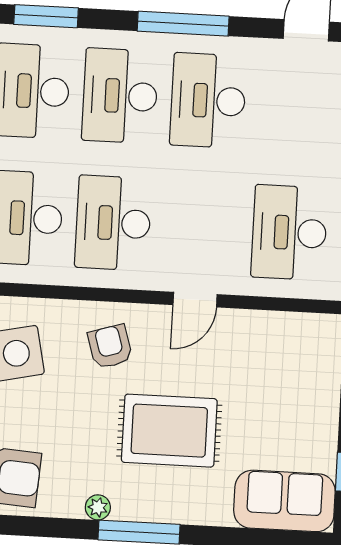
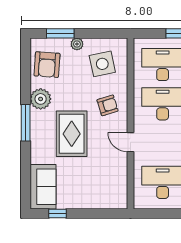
plant: (98, 507) -> (41, 99), width x1.88, depth x1.88

